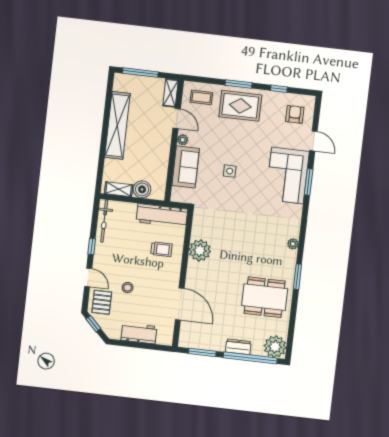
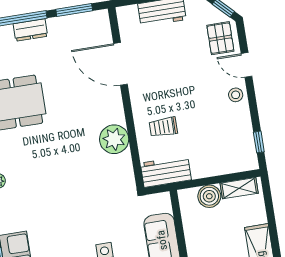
workbench: (162, 216) -> (166, 172), width x0.73
bicycle: (104, 221) -> (246, 143), removed
window: (92, 247) -> (259, 142), moved
stool: (128, 288) -> (236, 95), moved

